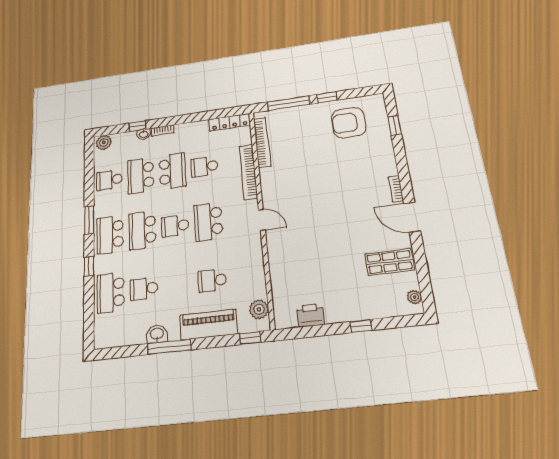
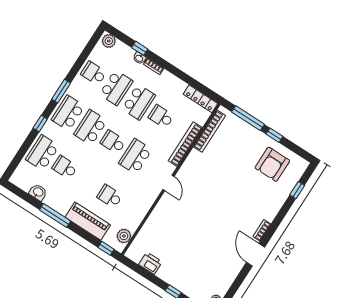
armchair: (349, 123) -> (272, 164), turned -90
school desk: (141, 176) -> (116, 88), turned 180
shop shelf: (389, 262) -> (220, 270), removed
washbasin: (157, 334) -> (38, 192), moved

